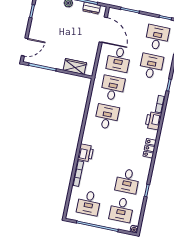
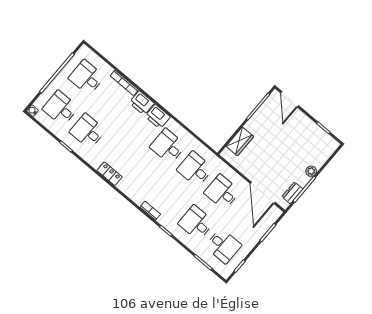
door: (103, 30) -> (263, 193), hinge flipped
desk: (151, 66) -> (196, 223), turned 180
desk: (113, 88) -> (195, 169), turned 180
desk: (107, 117) -> (168, 146), turned 180
printer: (153, 121) -> (158, 117), moved, turned 180

